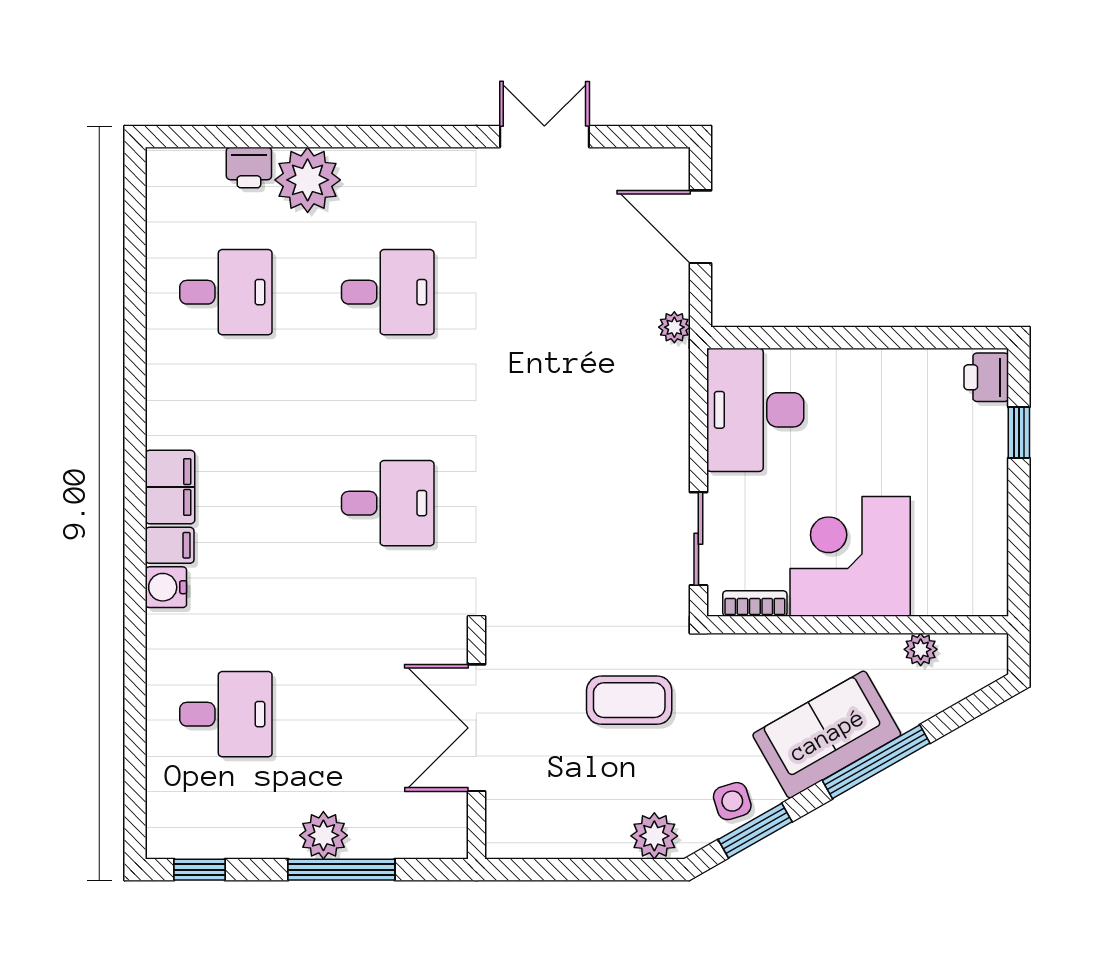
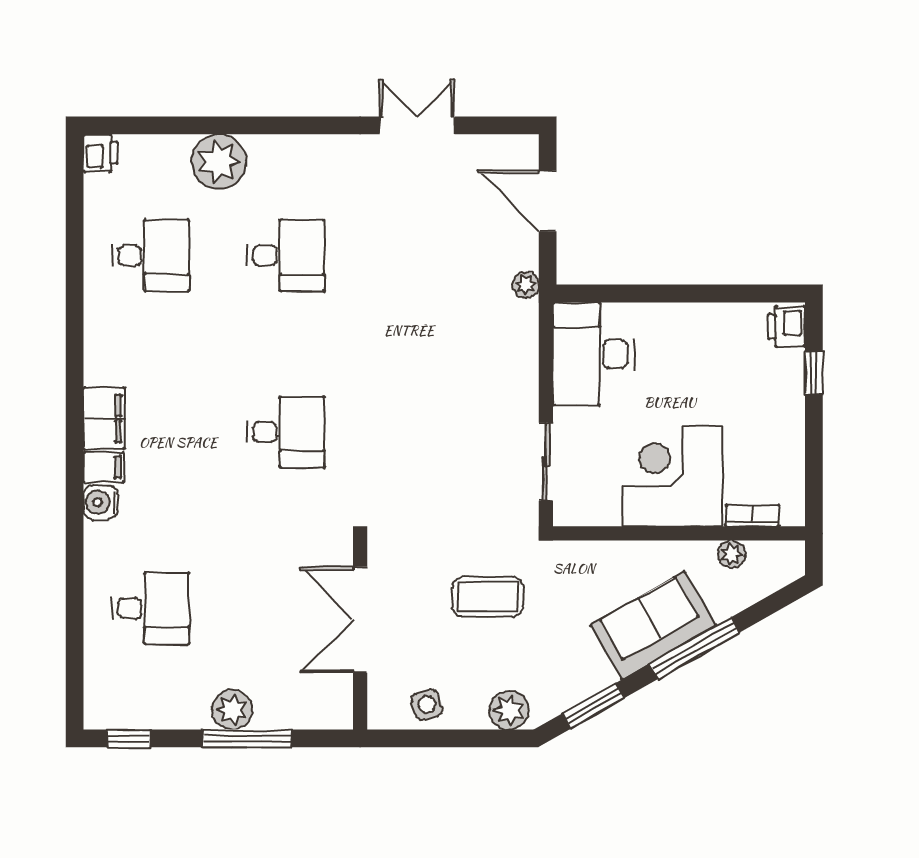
printer: (249, 168) -> (100, 153), moved, turned -90
bookcase: (755, 603) -> (752, 516), moved
side table: (732, 801) -> (427, 705), moved

